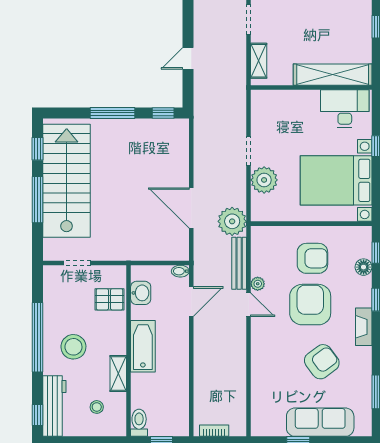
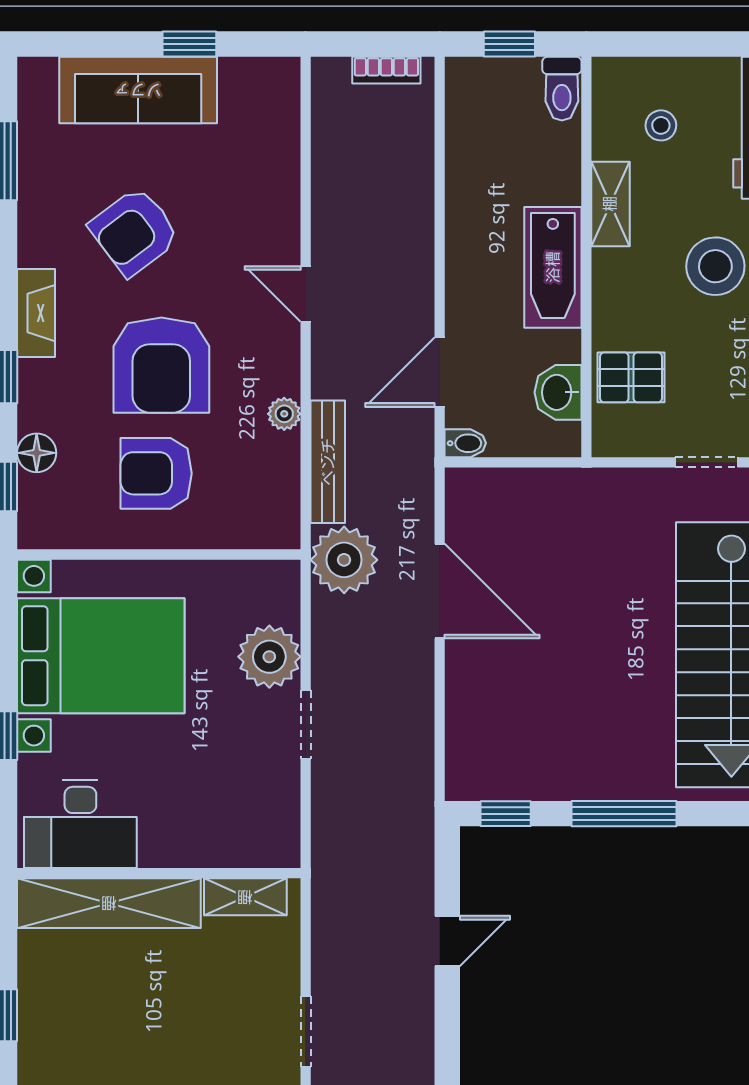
shelving: (259, 61) -> (245, 897), moved, turned 90
door: (249, 305) -> (306, 294), moved

